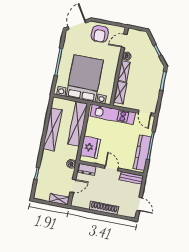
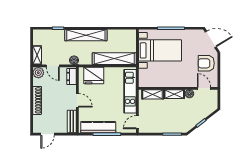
bed with nightstands: (85, 78) -> (160, 50), width x0.73
shelving: (52, 129) -> (86, 35), moved
door: (112, 168) -> (77, 100), hinge flipped
plant: (77, 201) -> (38, 73), added

